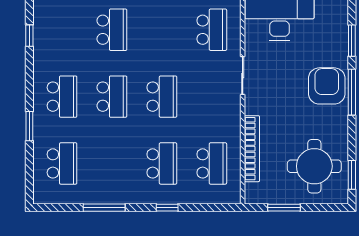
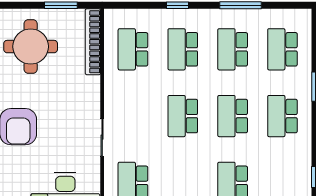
bookcase: (252, 149) -> (93, 42), moved
school desk: (112, 163) -> (233, 49), added

